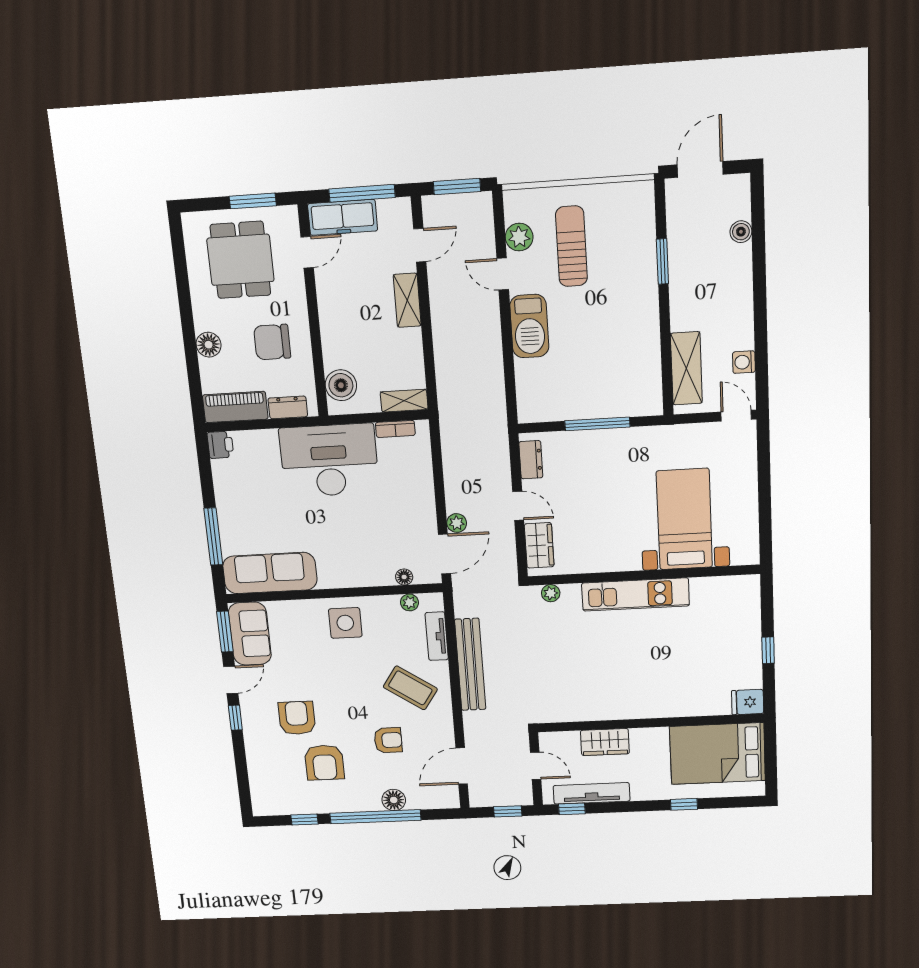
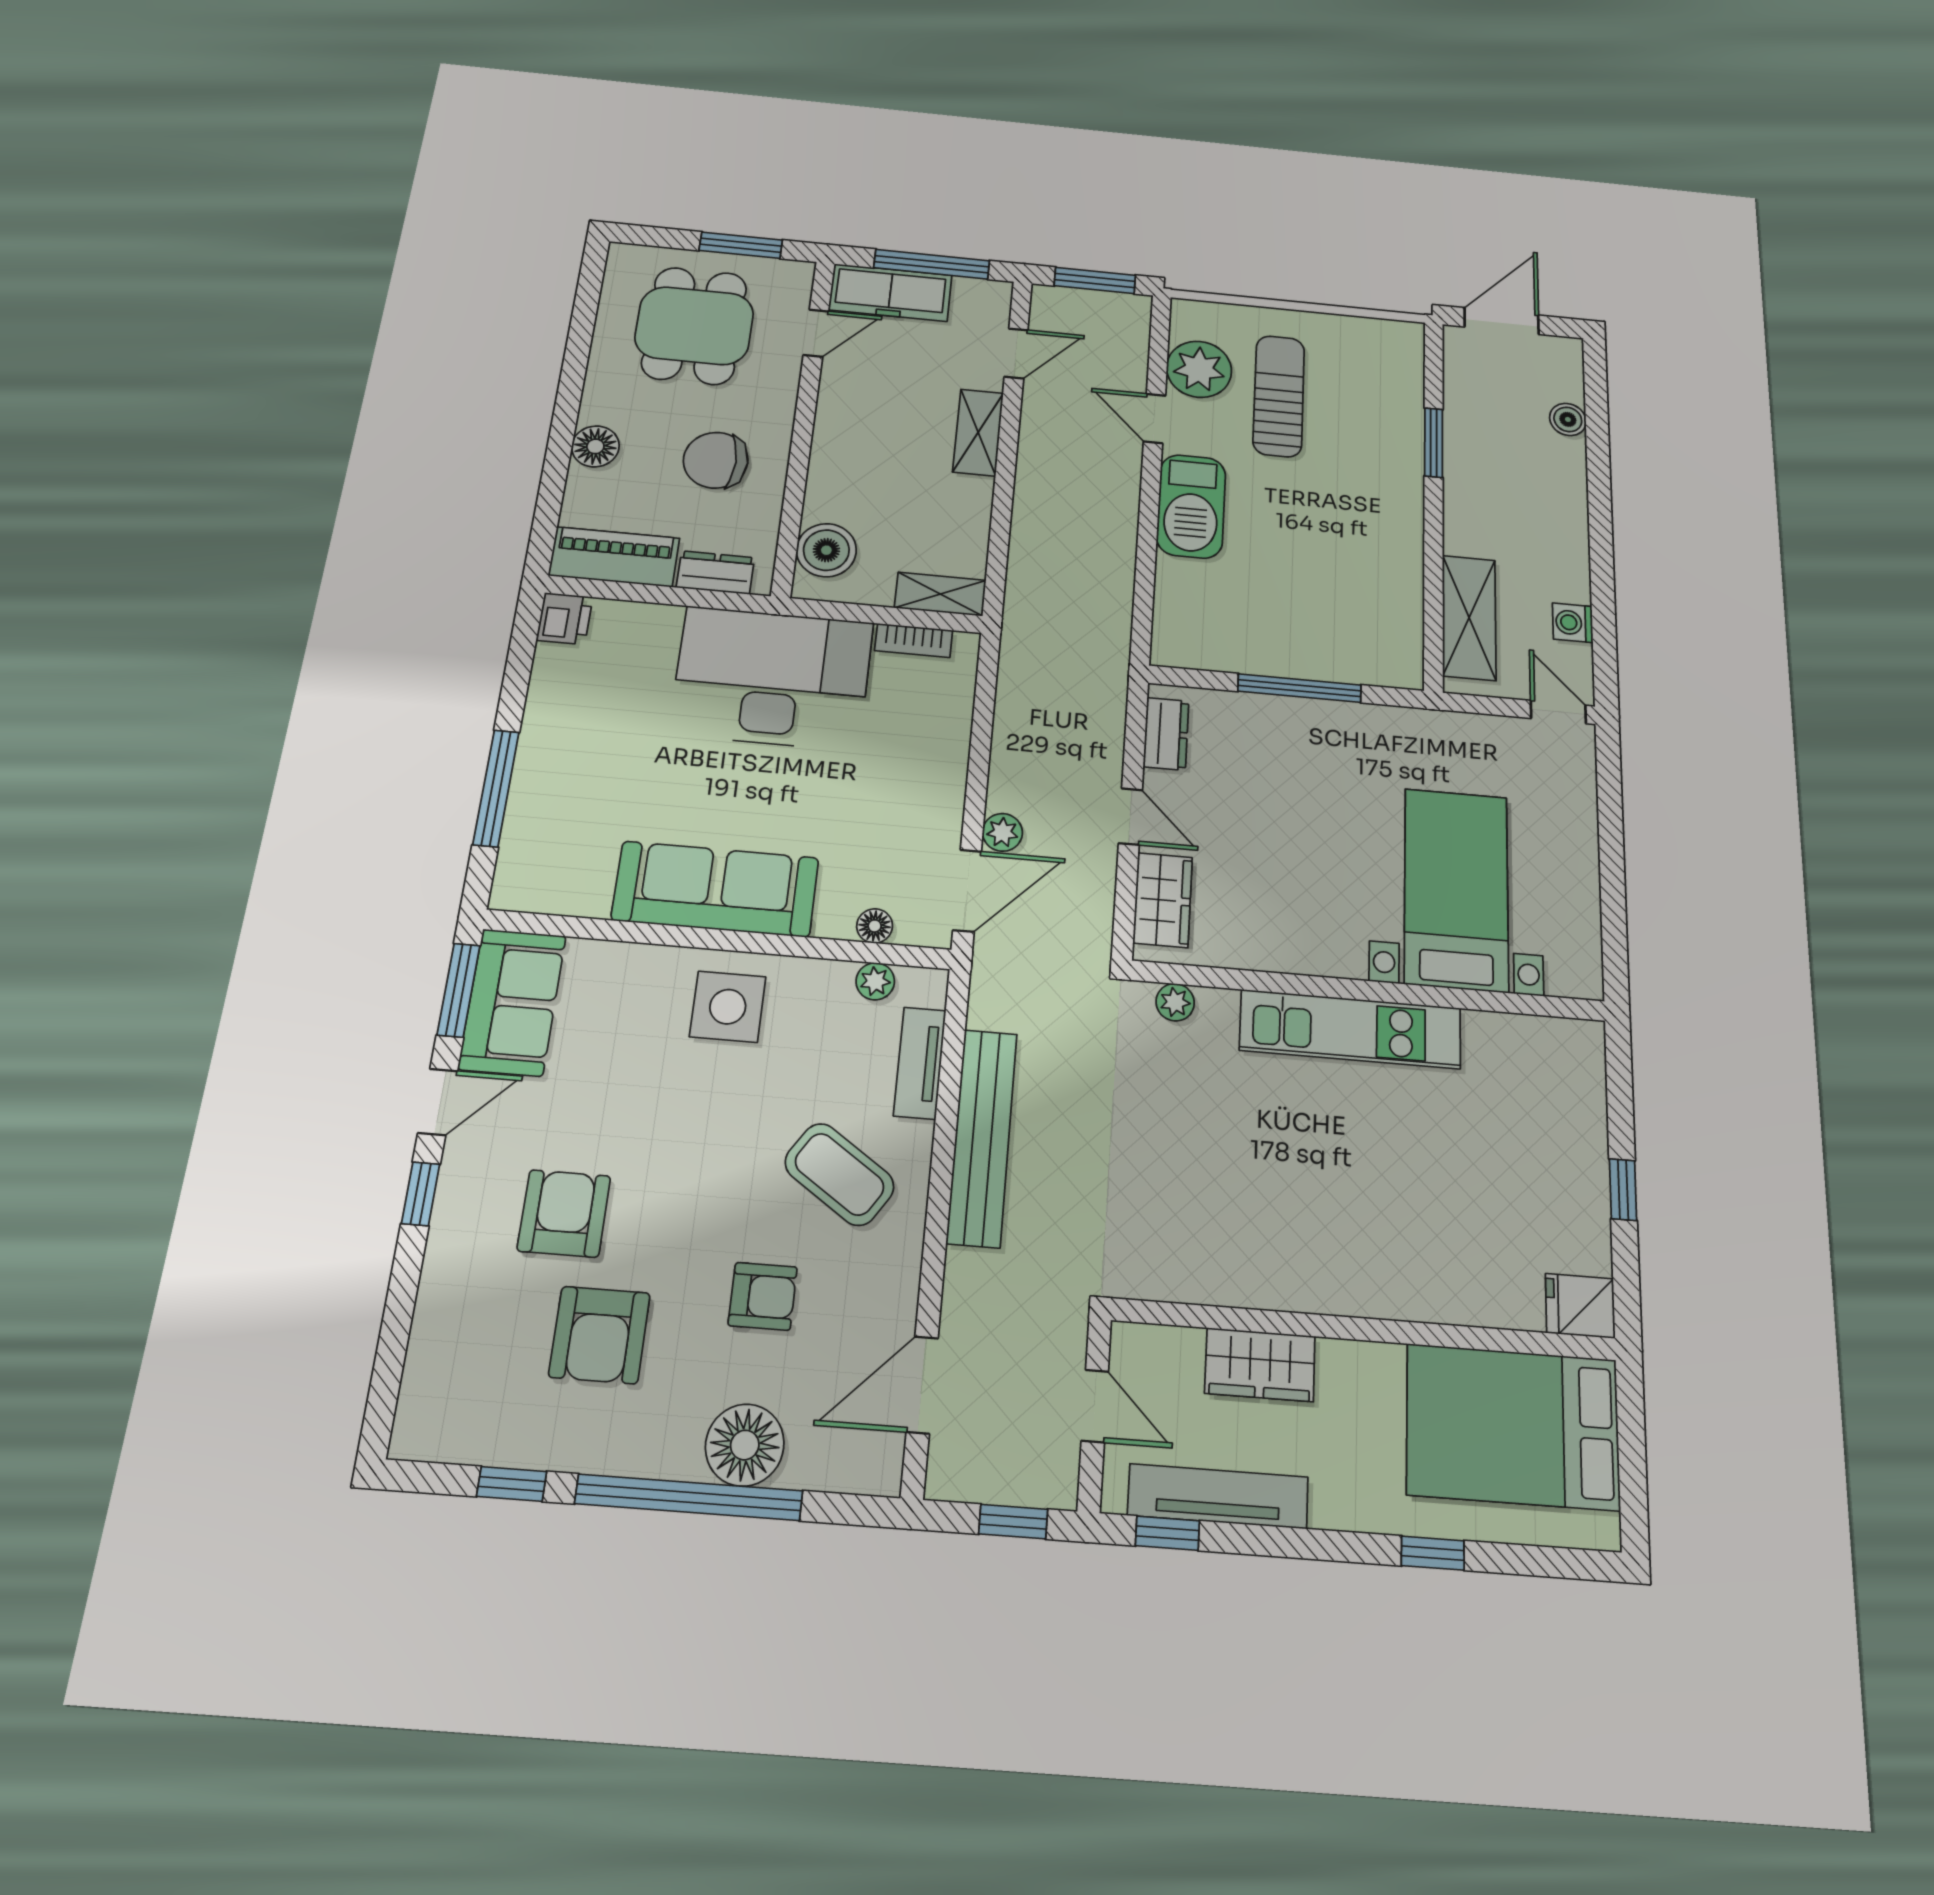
plant: (519, 237) -> (1199, 369), width x1.36, depth x1.36
sofa: (270, 573) -> (716, 889), moved
floor lamp: (394, 800) -> (745, 1445), width x1.38, depth x1.38

